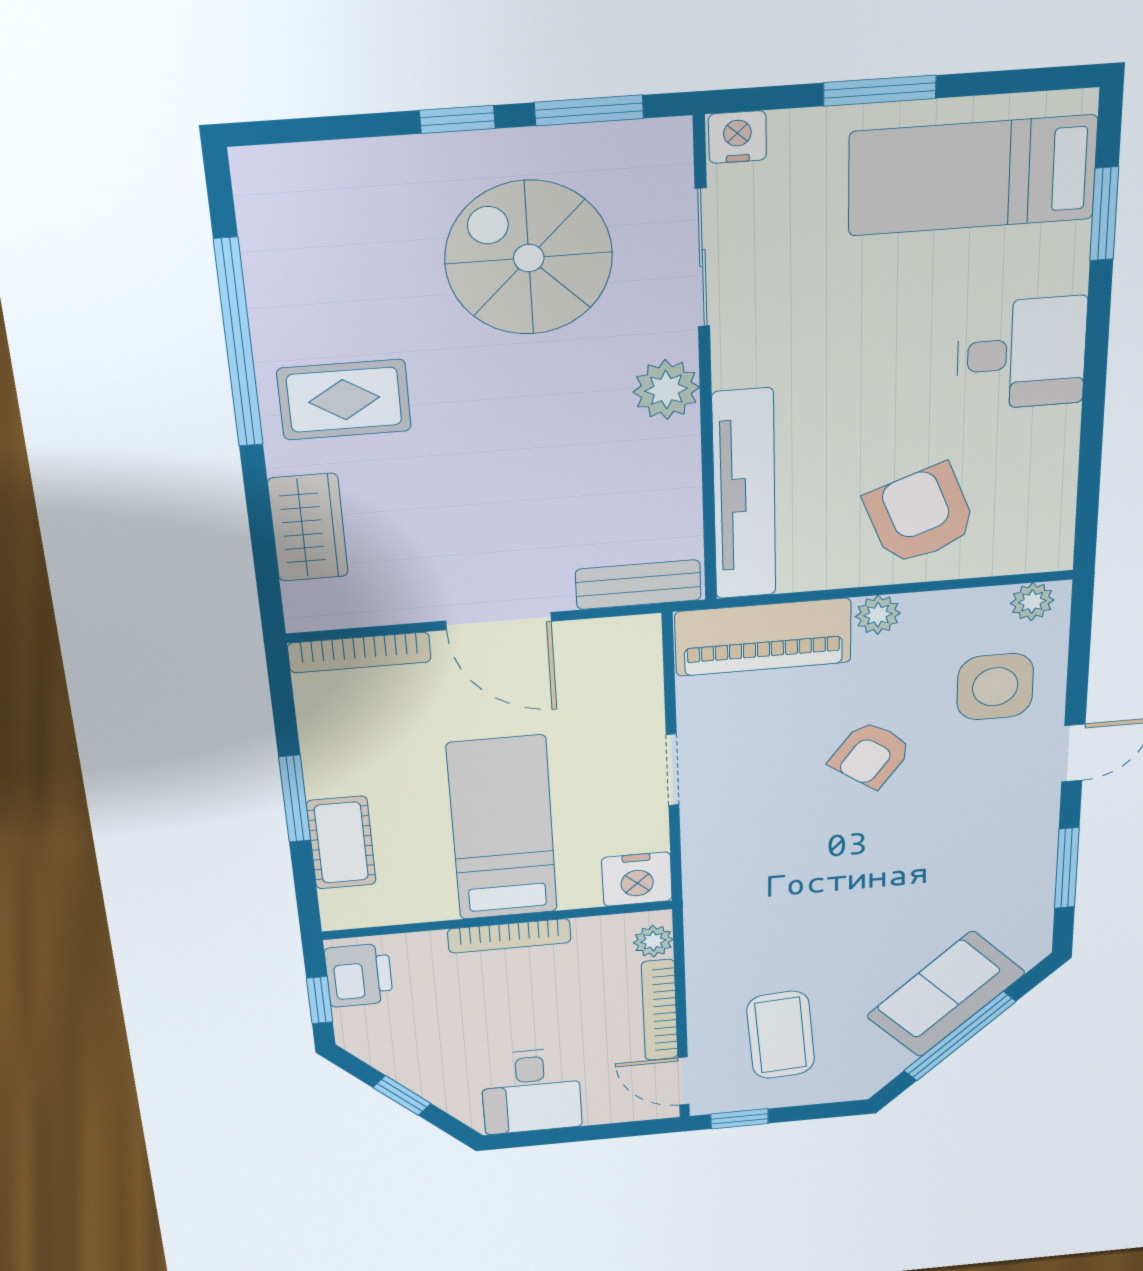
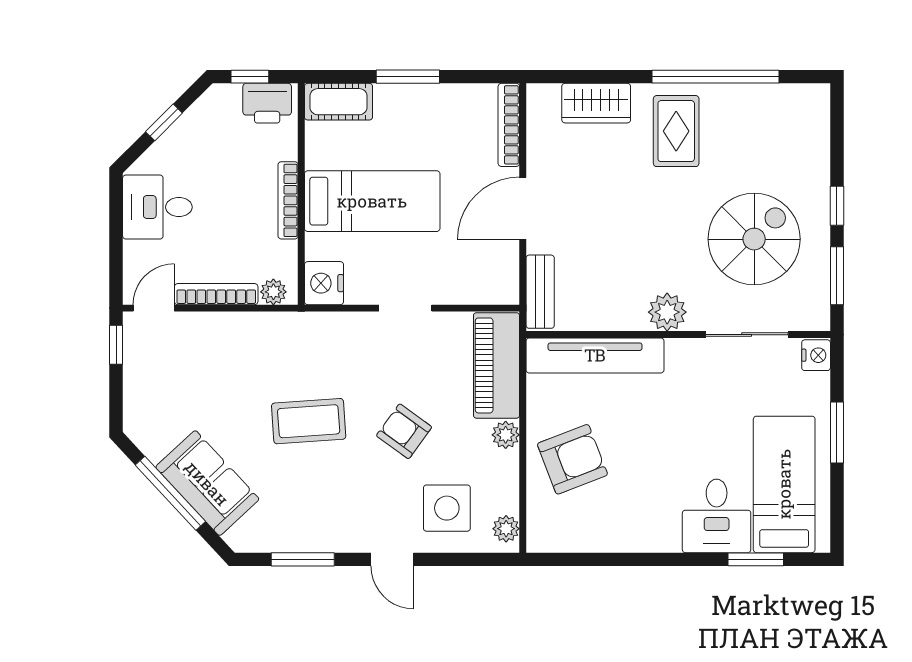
desk: (1022, 354) -> (717, 516), moved
cot: (341, 843) -> (339, 102), moved
coffee table: (781, 1035) -> (309, 421), moved

